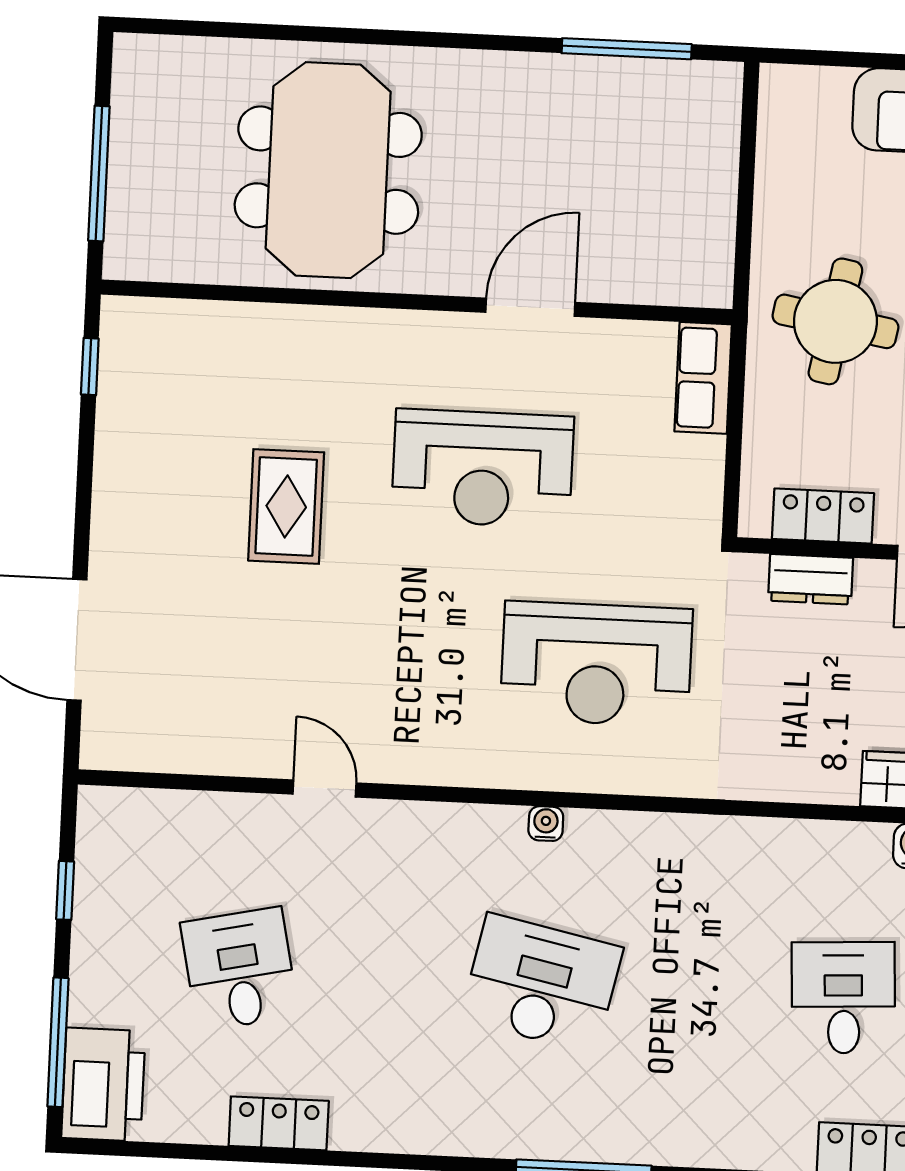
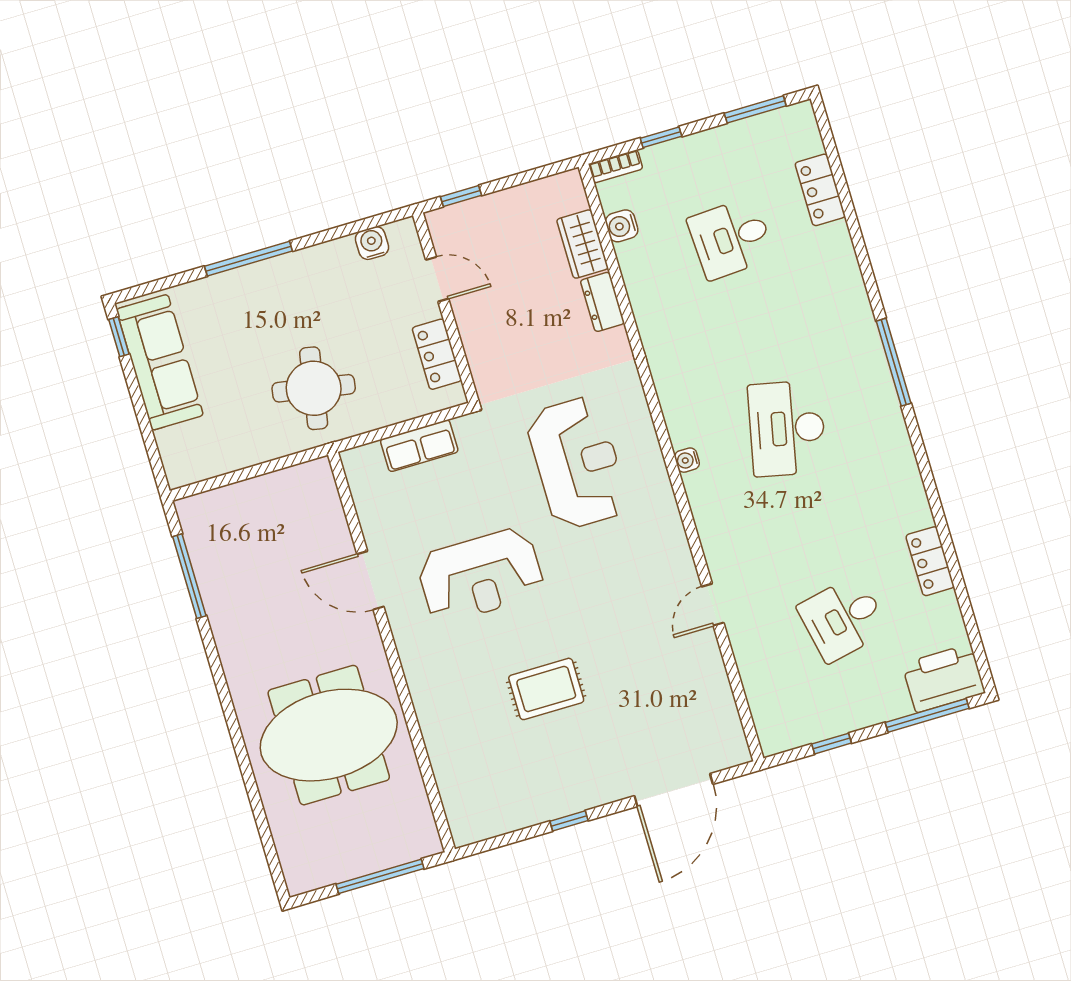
window: (90, 367) -> (569, 821), moved
row of seats: (703, 378) -> (419, 446), moved
reception desk: (483, 468) -> (480, 575), turned 90
dresser: (810, 579) -> (602, 302), moved, turned 180

